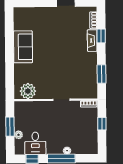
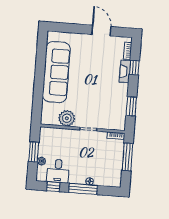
sofa: (23, 47) -> (56, 72), width x1.85, depth x1.27
plant: (28, 91) -> (67, 118), moved
window: (102, 124) -> (127, 157), width x2.17

